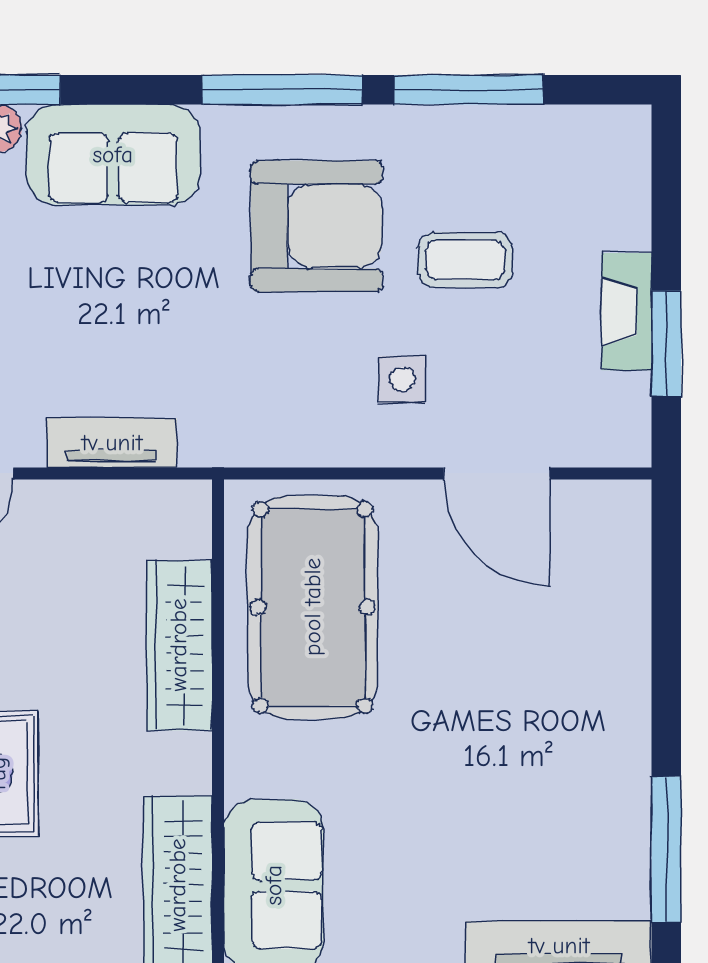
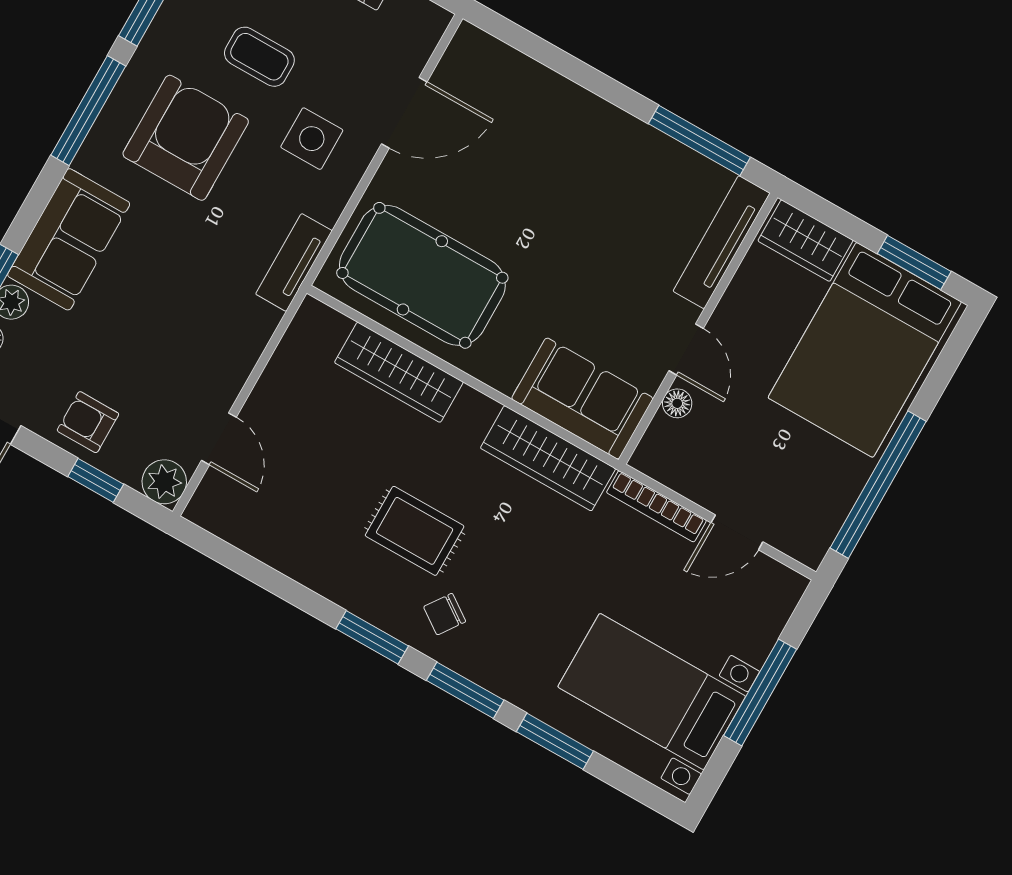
coffee table: (465, 260) -> (259, 57), turned 90
side table: (402, 379) -> (312, 139), width x1.37, depth x1.37
tv unit: (112, 443) -> (294, 262), moved

